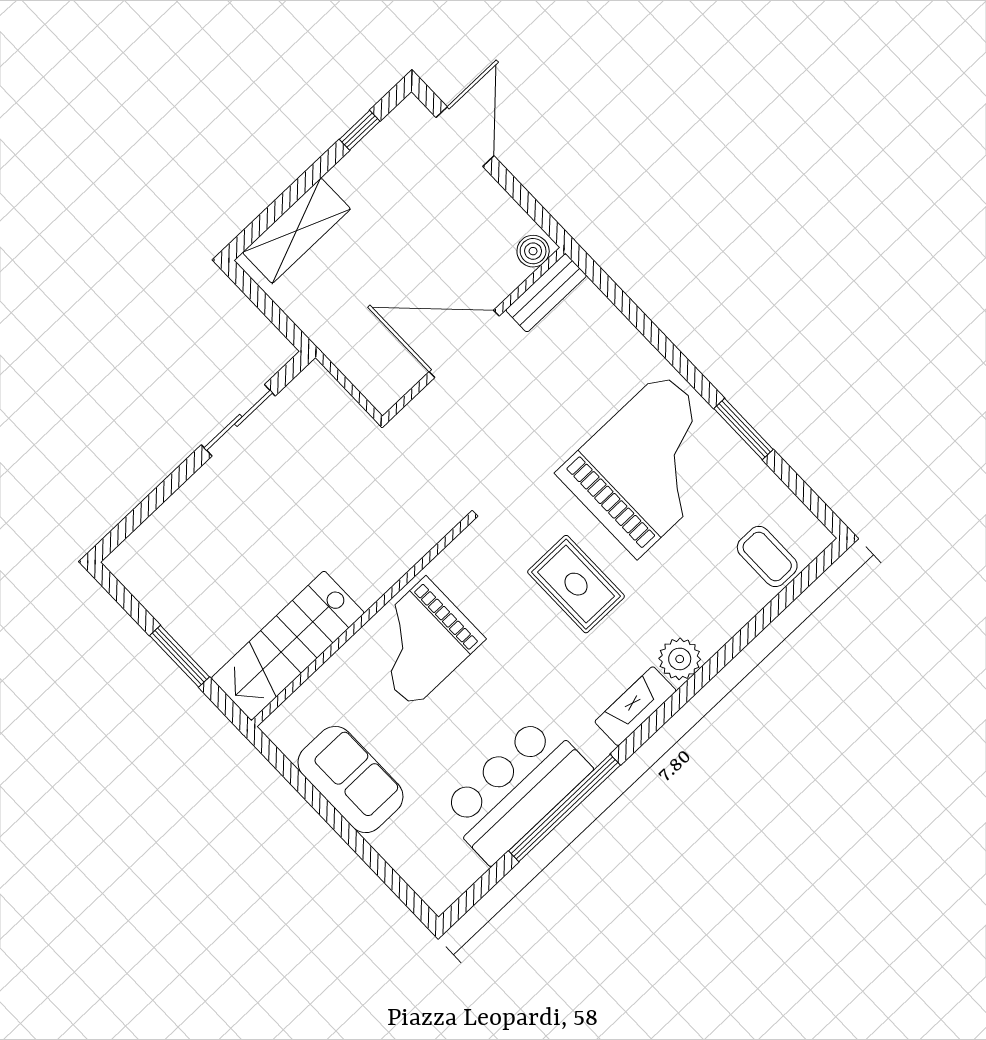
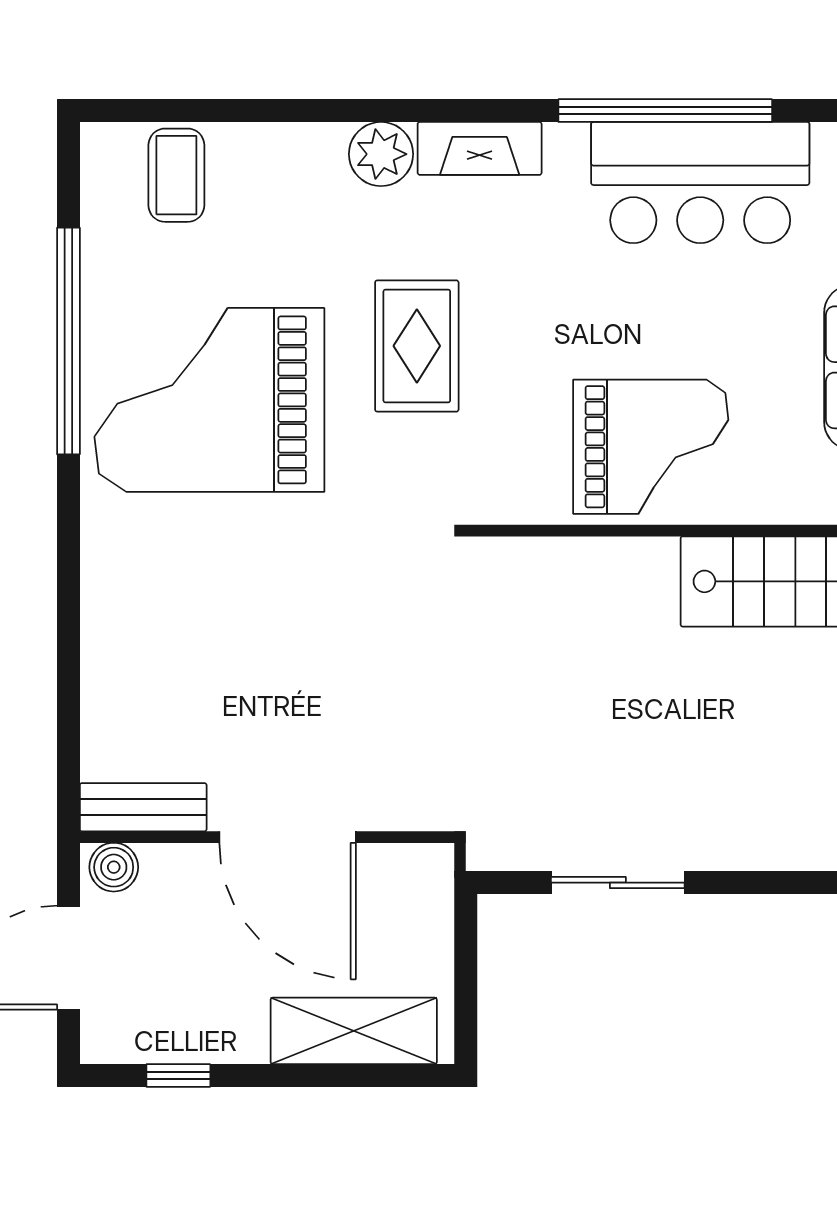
boiler: (533, 251) -> (114, 867), moved
bench: (546, 293) -> (143, 807), moved
wall: (474, 335) -> (267, 837), moved
door: (464, 344) -> (288, 837), moved
window: (743, 429) -> (68, 341), width x2.11

